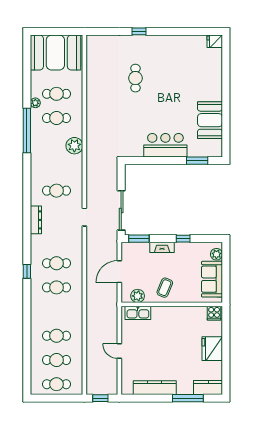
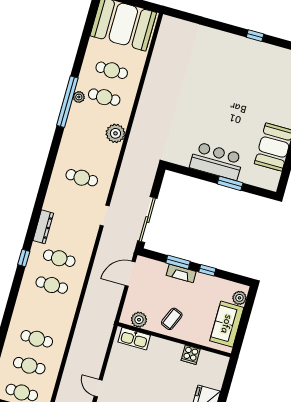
window: (139, 31) -> (255, 36), moved
cafe table: (135, 78) -> (204, 77), removed
plant: (35, 103) -> (79, 97), moved
window: (197, 161) -> (230, 183), moved
dresser: (36, 220) -> (43, 227), moved
window: (139, 239) -> (178, 262), moved
door: (119, 272) -> (130, 274), moved
cooker: (214, 313) -> (191, 355), moved
door: (119, 351) -> (98, 388), moved

